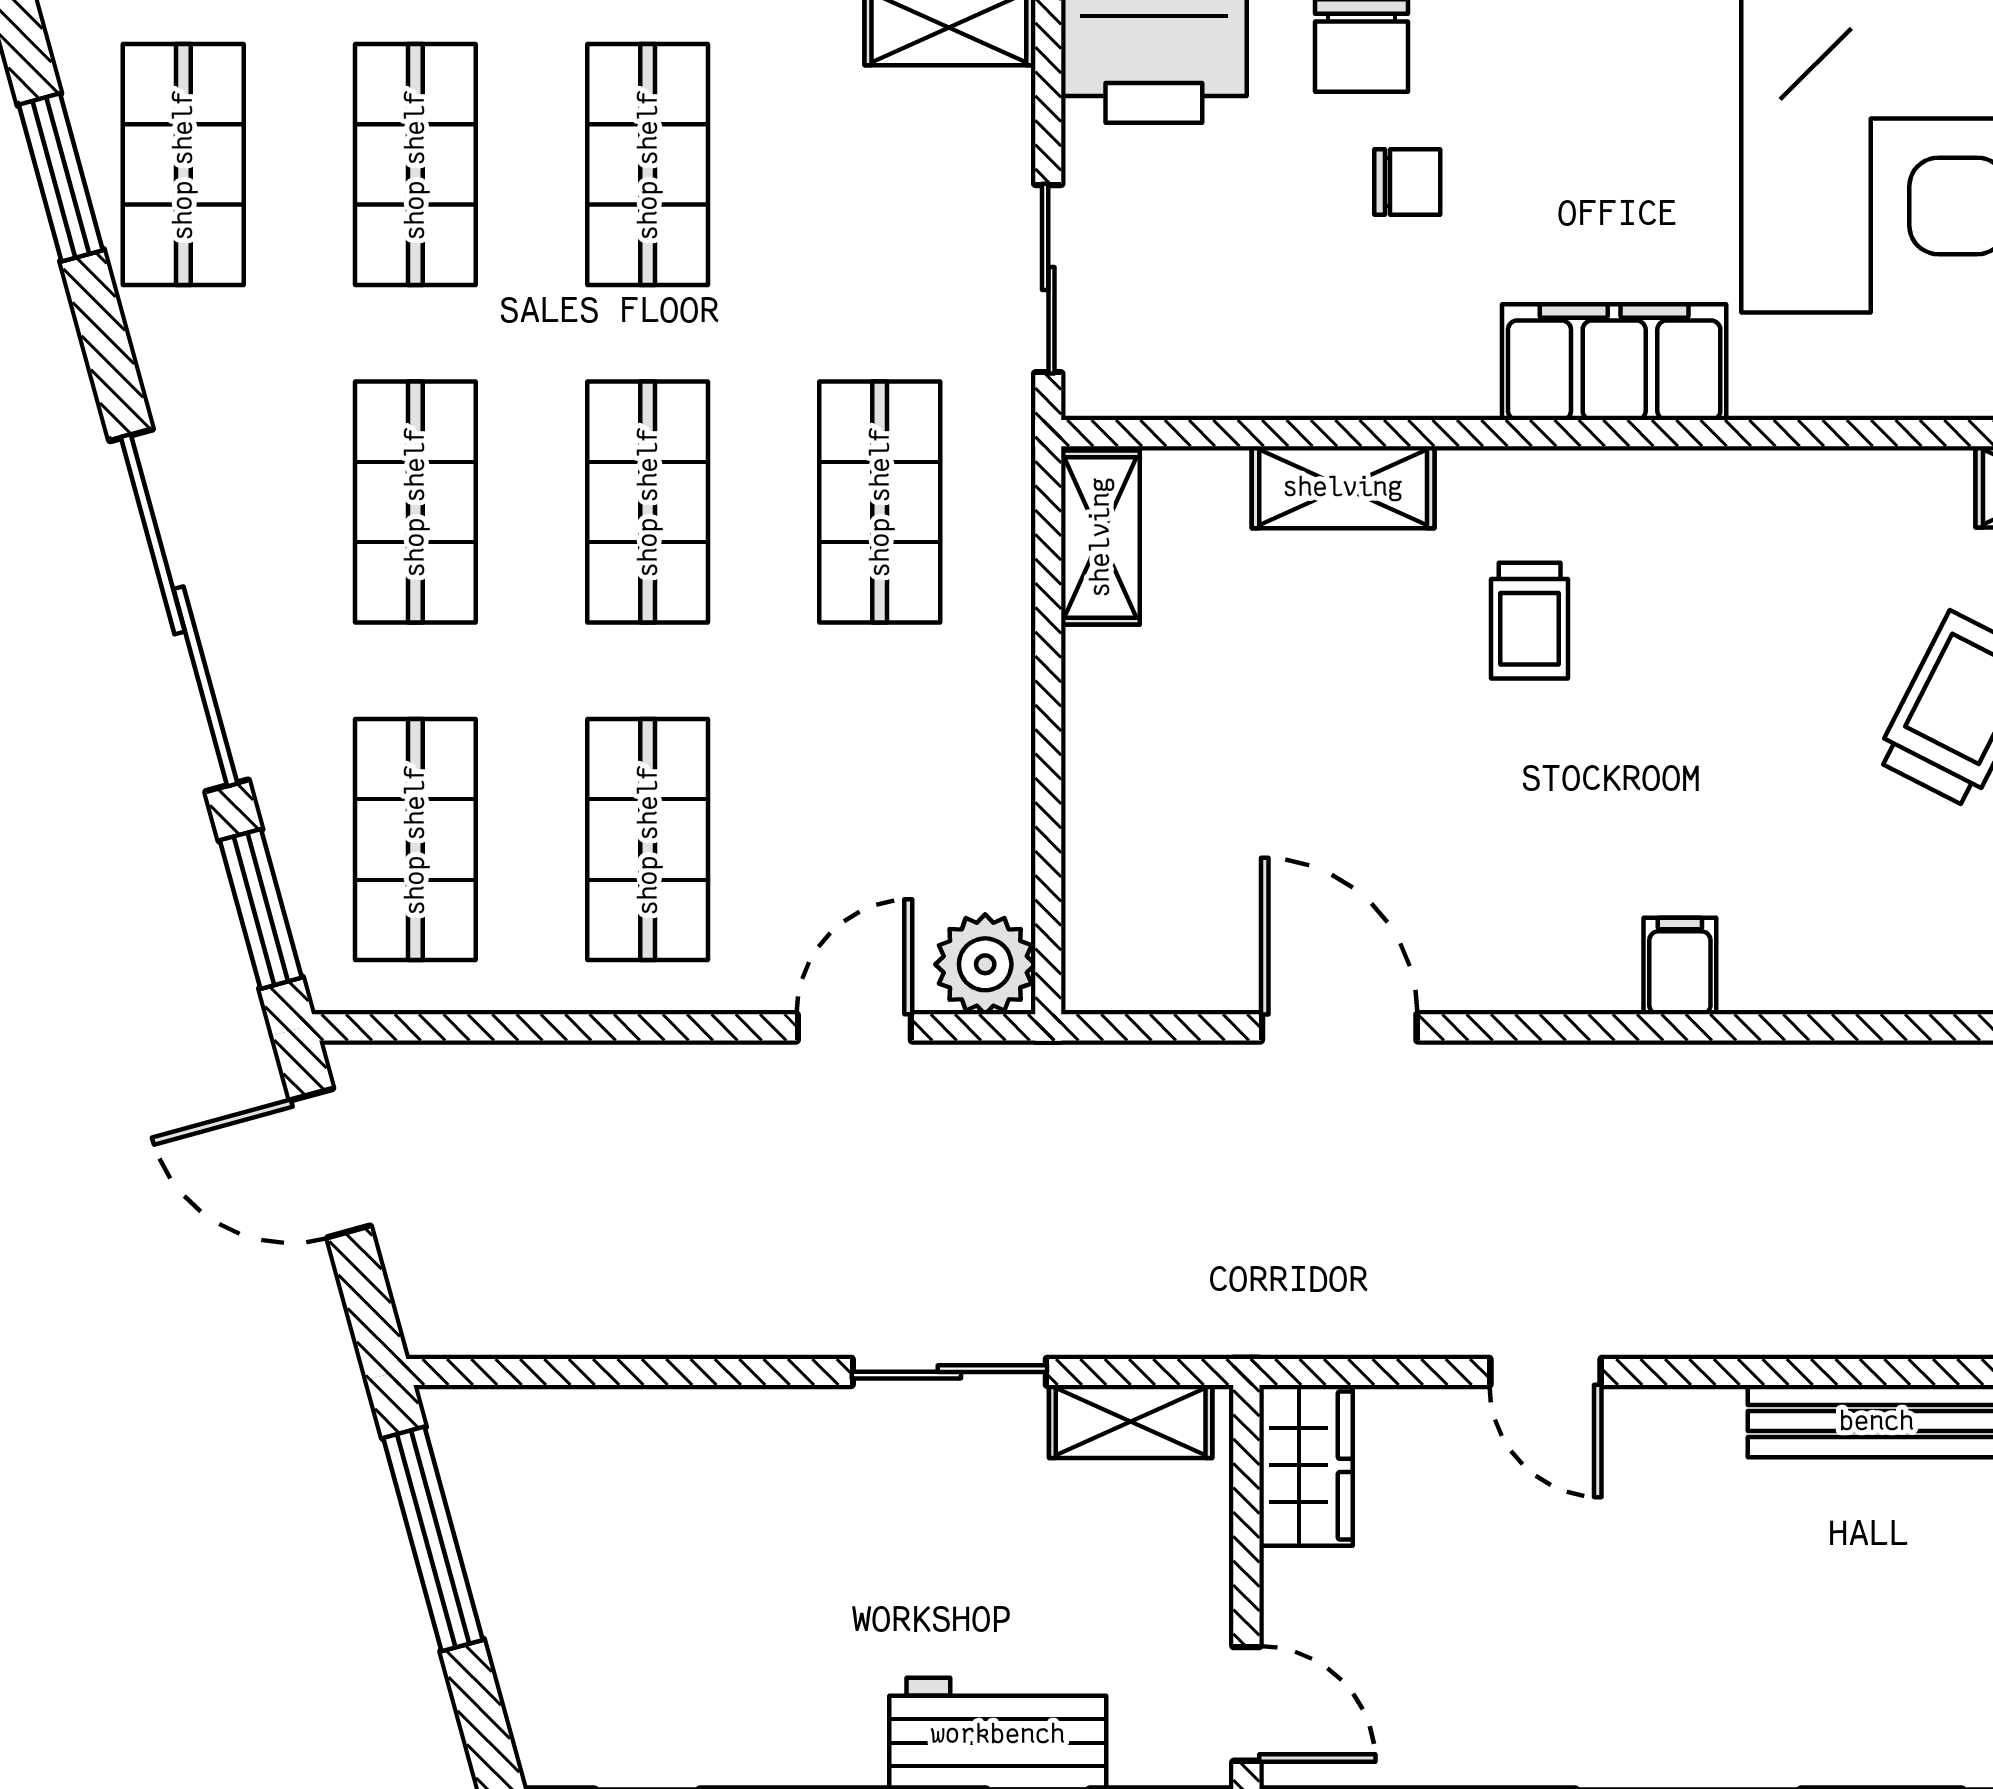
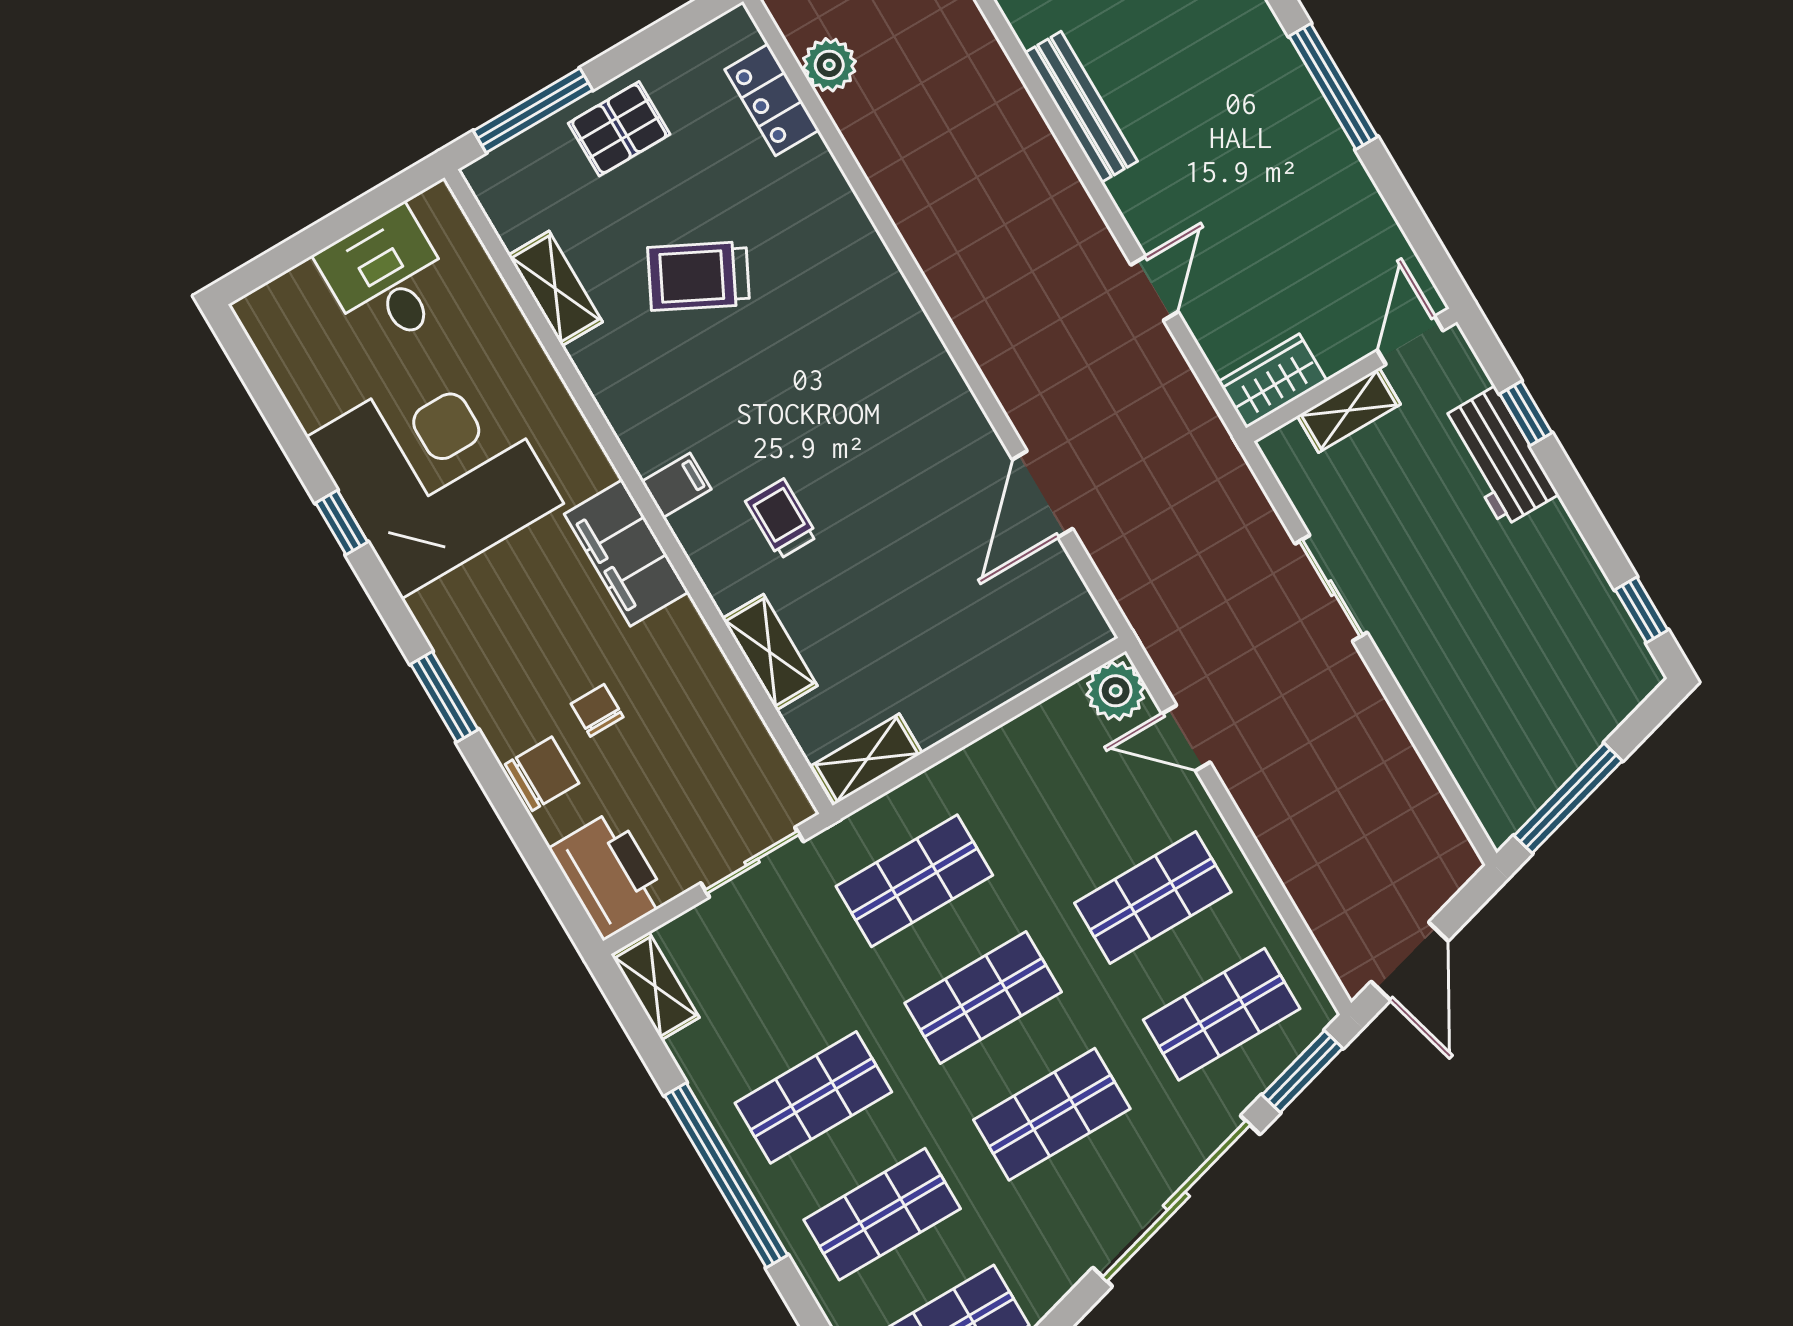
trolley: (1530, 621) -> (782, 519), turned -90
filing cabinet: (1680, 966) -> (676, 485), moved, turned 180
shelving: (1131, 1422) -> (1349, 410), moved, turned 90

